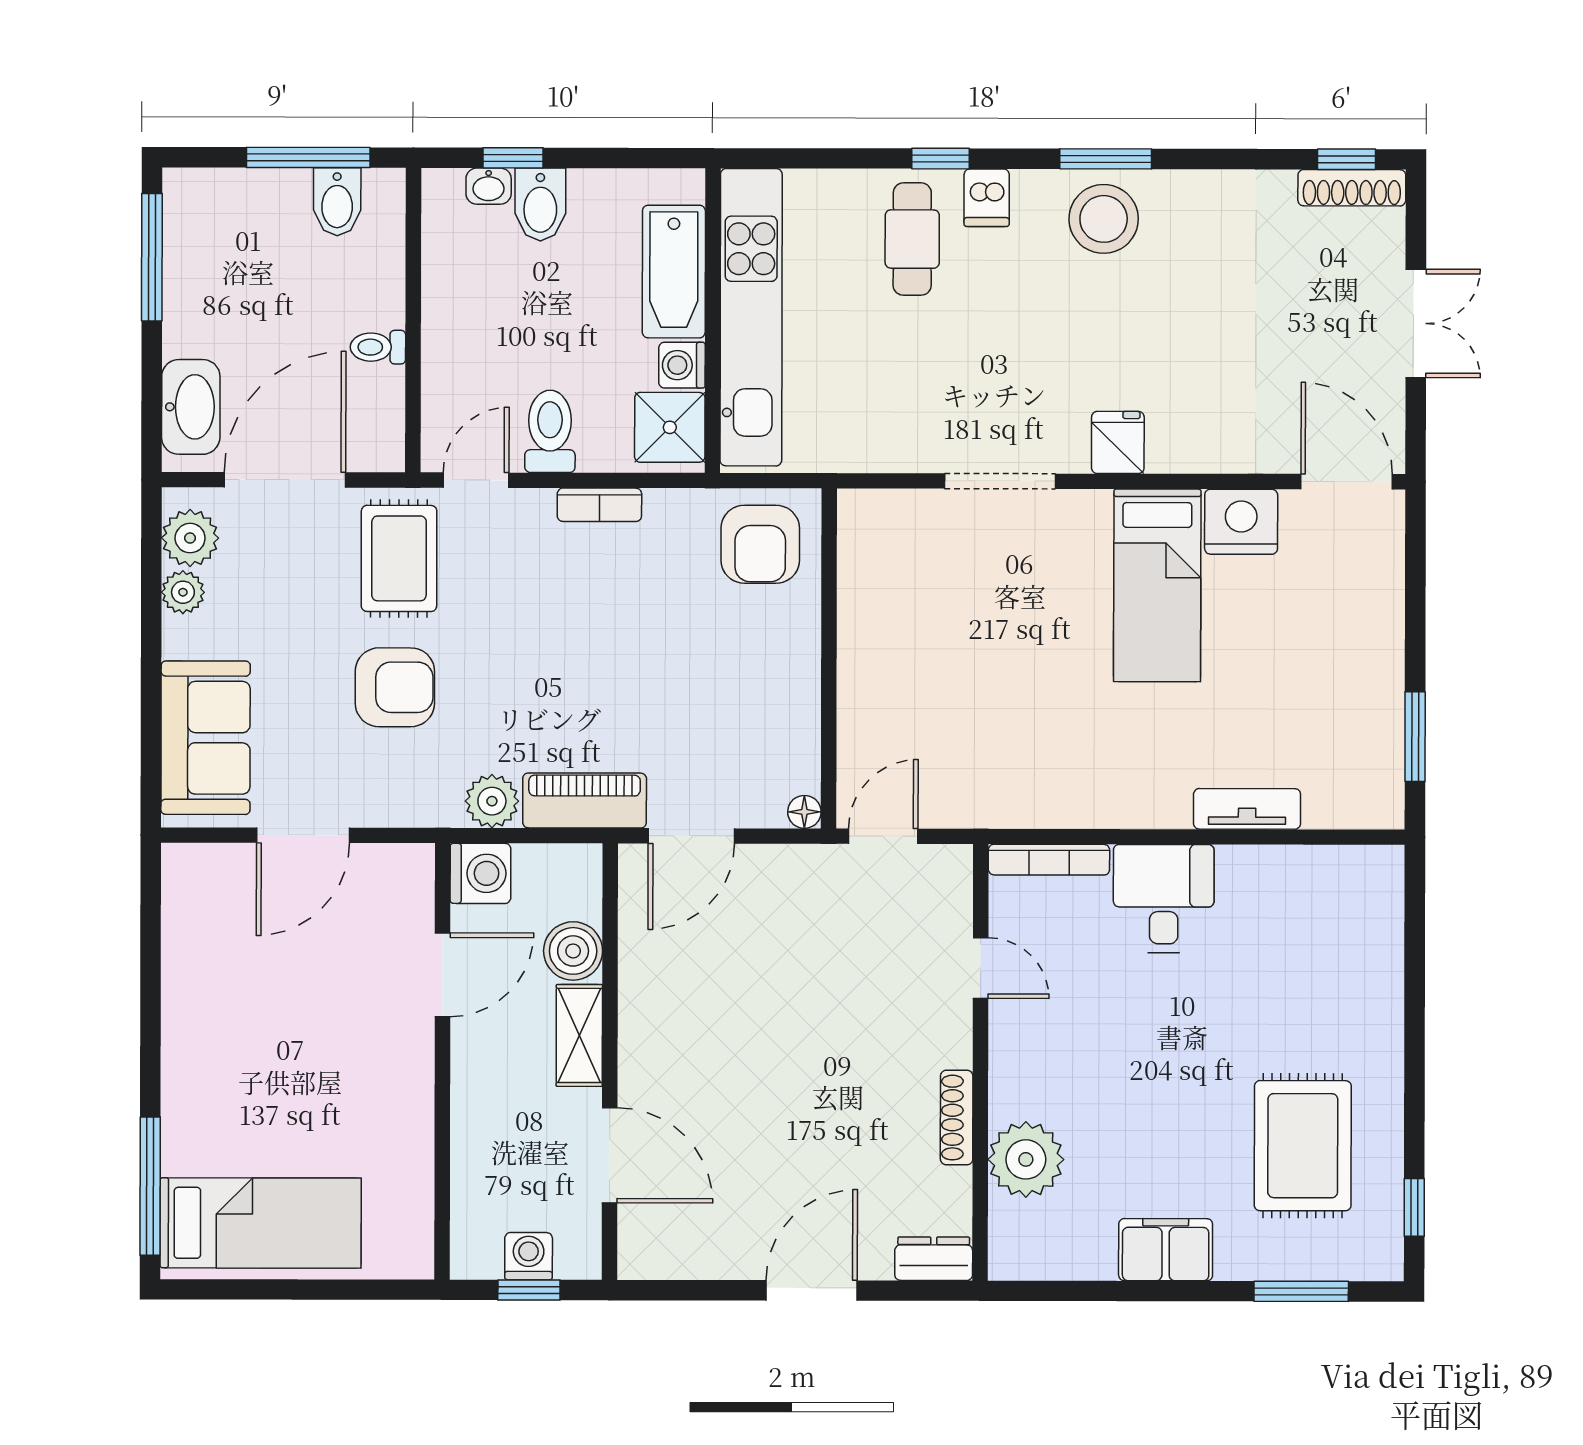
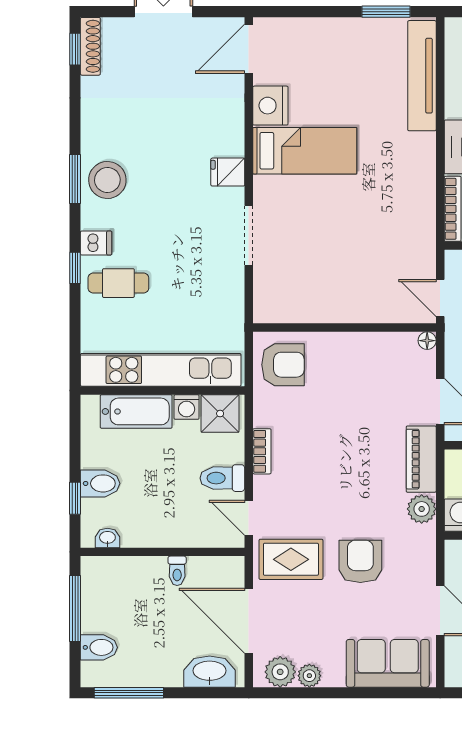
washbasin: (489, 186) -> (107, 538), moved, turned -90
bidet: (337, 202) -> (99, 647), moved
tv unit: (1247, 809) -> (422, 76), width x1.92, depth x1.29

